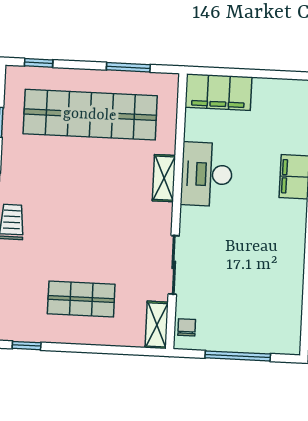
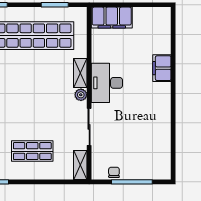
desk: (207, 174) -> (107, 83), moved
plant: (163, 213) -> (81, 95), added
chair: (187, 327) -> (114, 172), moved

